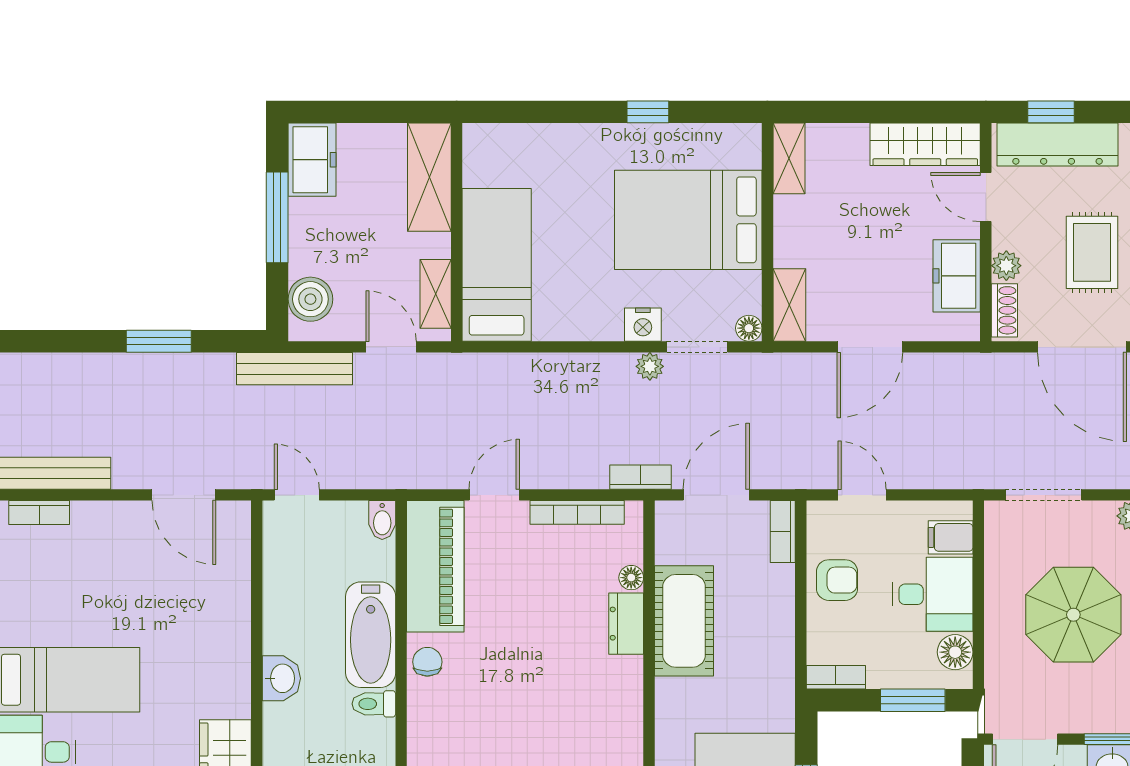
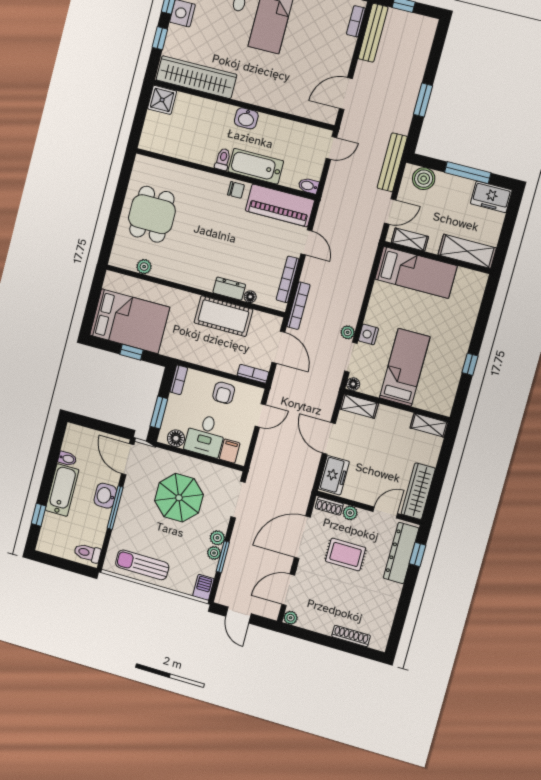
bed: (688, 220) -> (405, 367), width x0.67
freezer: (957, 276) -> (334, 475), moved, turned 90
bookcase: (640, 477) -> (299, 306), width x1.56

